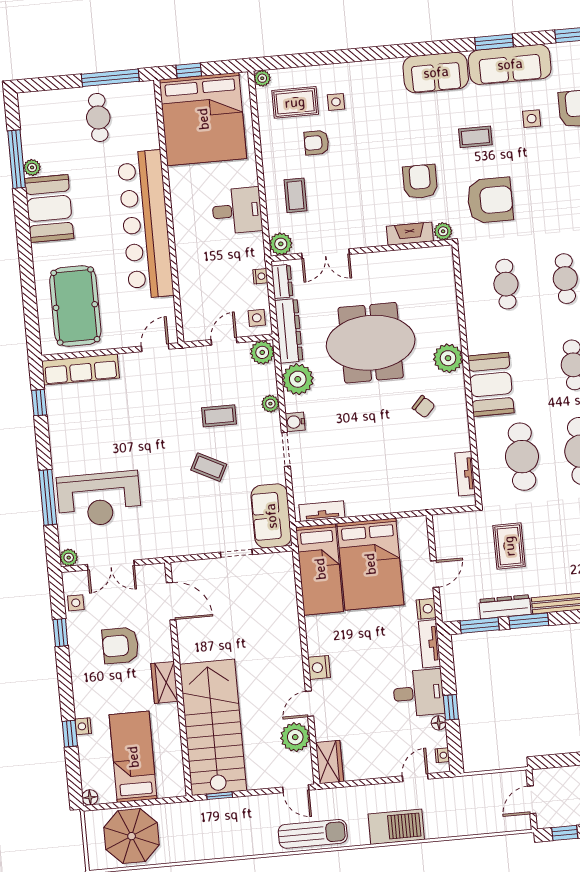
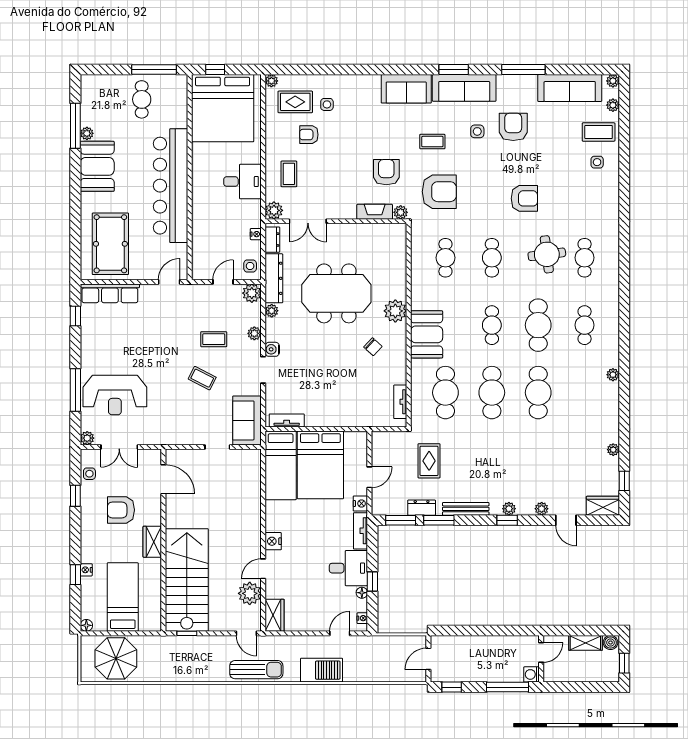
plant: (298, 379) -> (272, 311), width x0.53, depth x0.53
dresser: (505, 607) -> (422, 508), width x0.70

